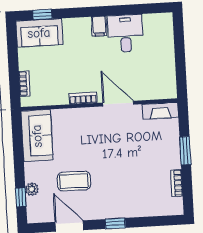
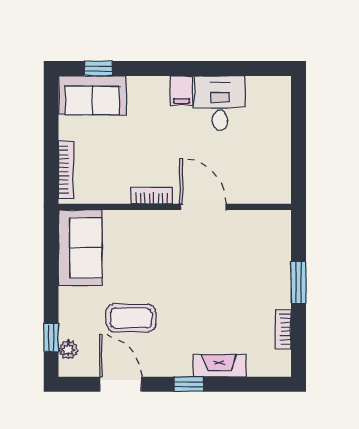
bookcase: (24, 84) -> (66, 169), width x1.56
fireplace: (160, 111) -> (219, 366), moved, turned 180
plant: (32, 189) -> (68, 350), moved

